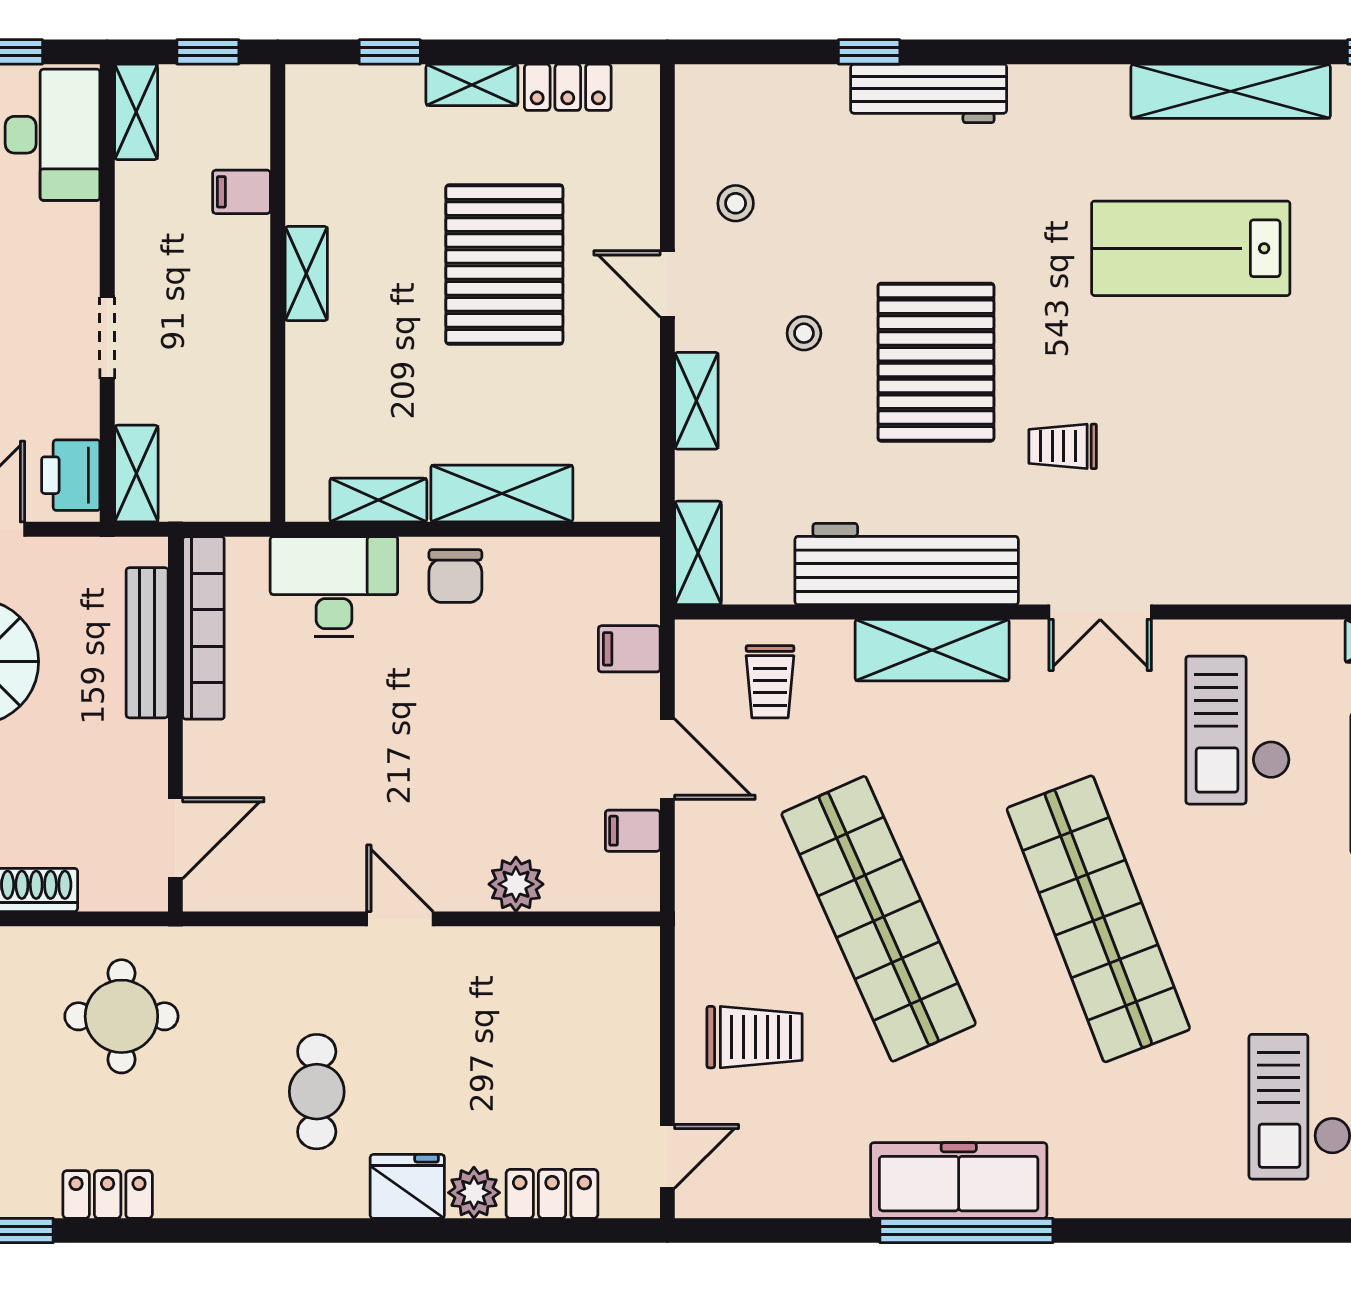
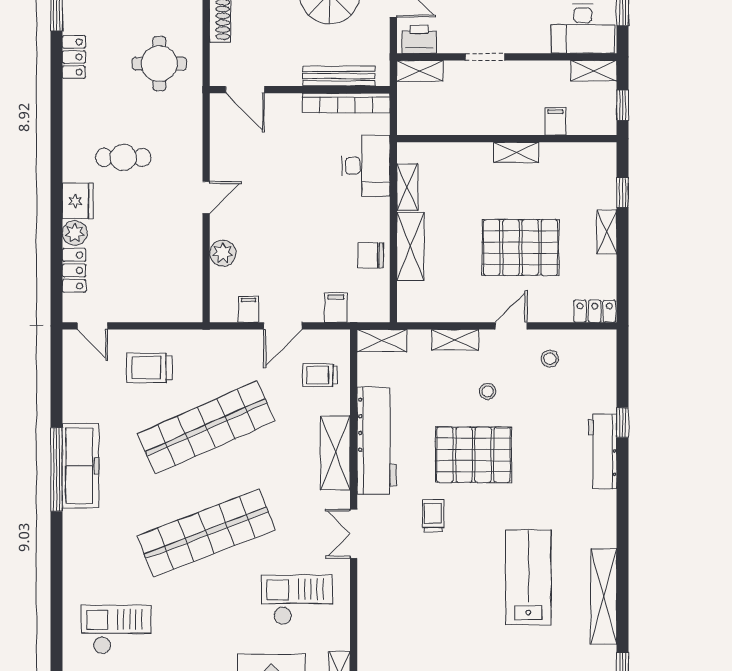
locker: (568, 87) -> (595, 311), moved, turned 90
chair: (455, 576) -> (371, 255), moved
trolley: (755, 1037) -> (149, 368), turned 90

